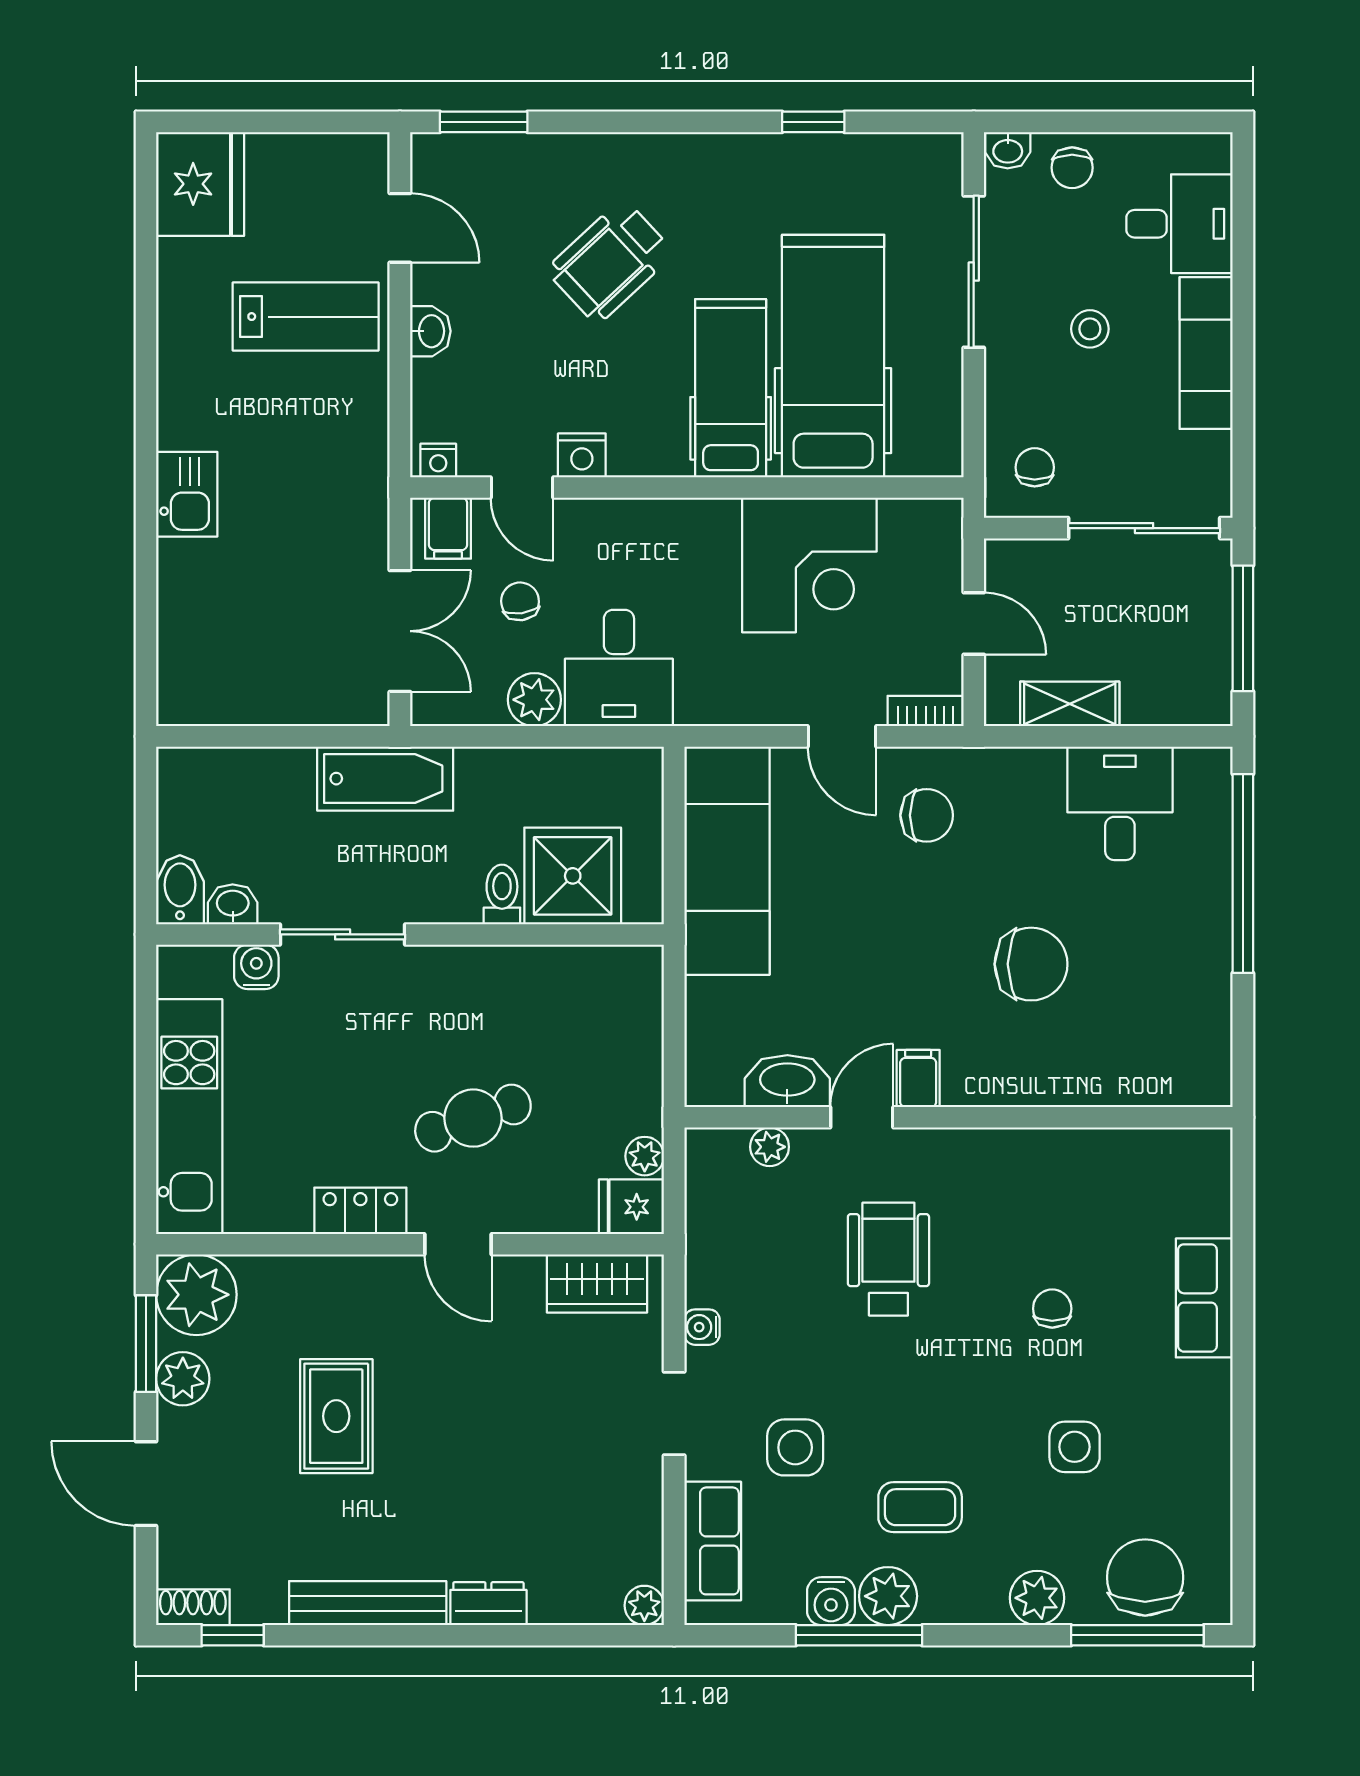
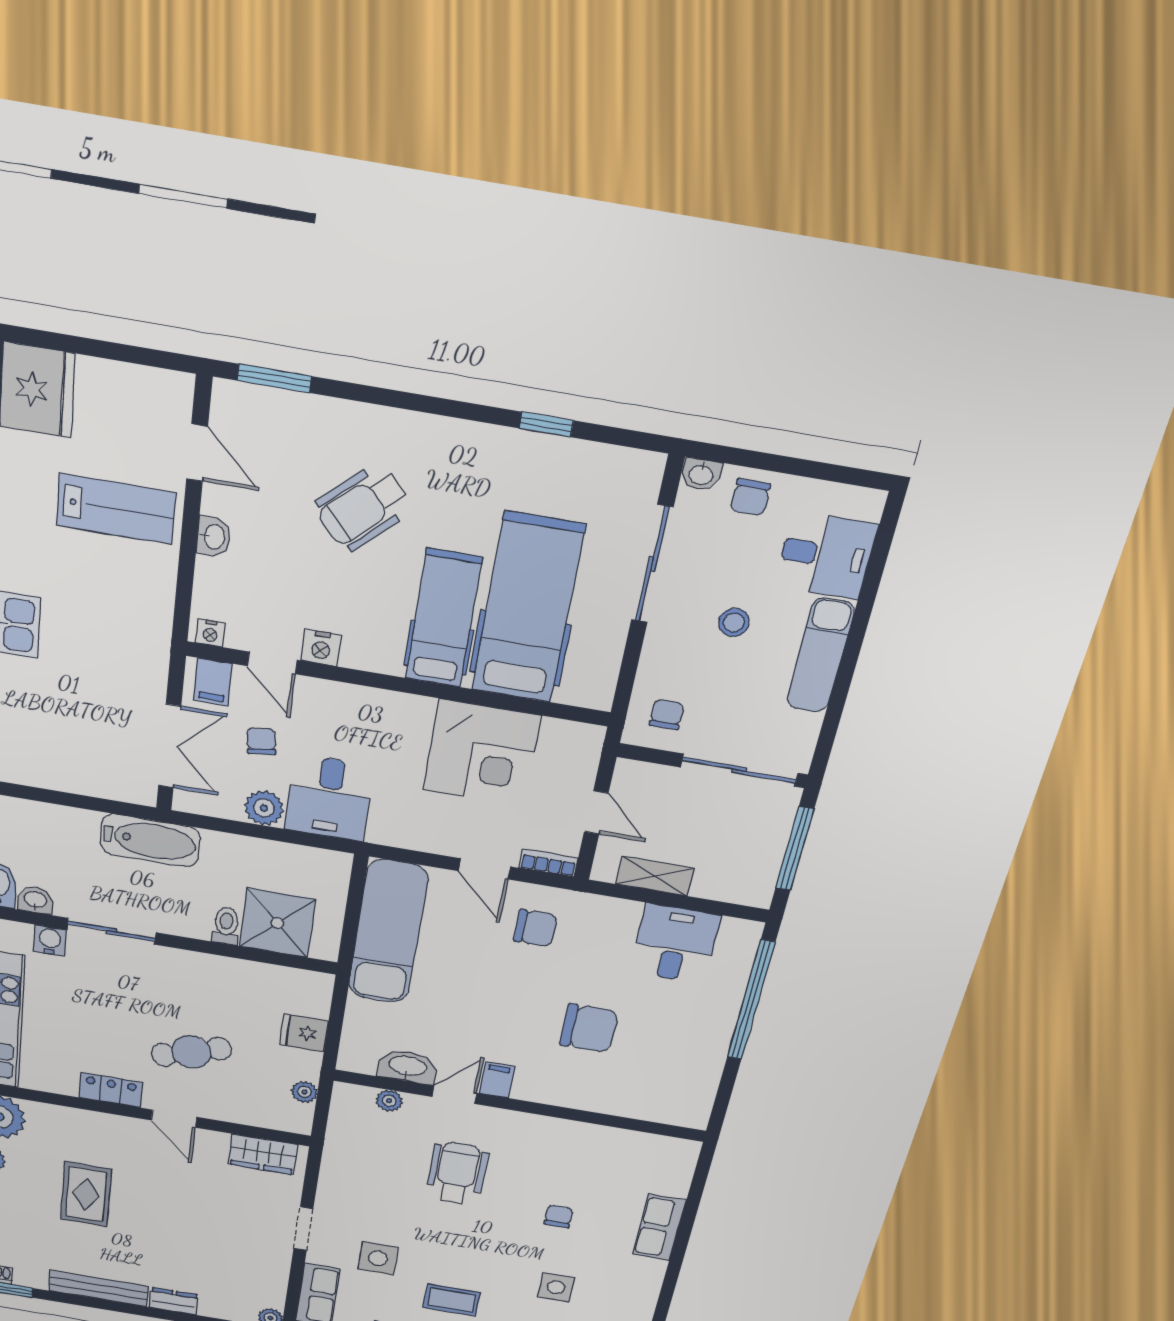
fridge: (631, 1207) -> (304, 1033), moved
water cooler: (702, 1327) -> (328, 1188), removed

